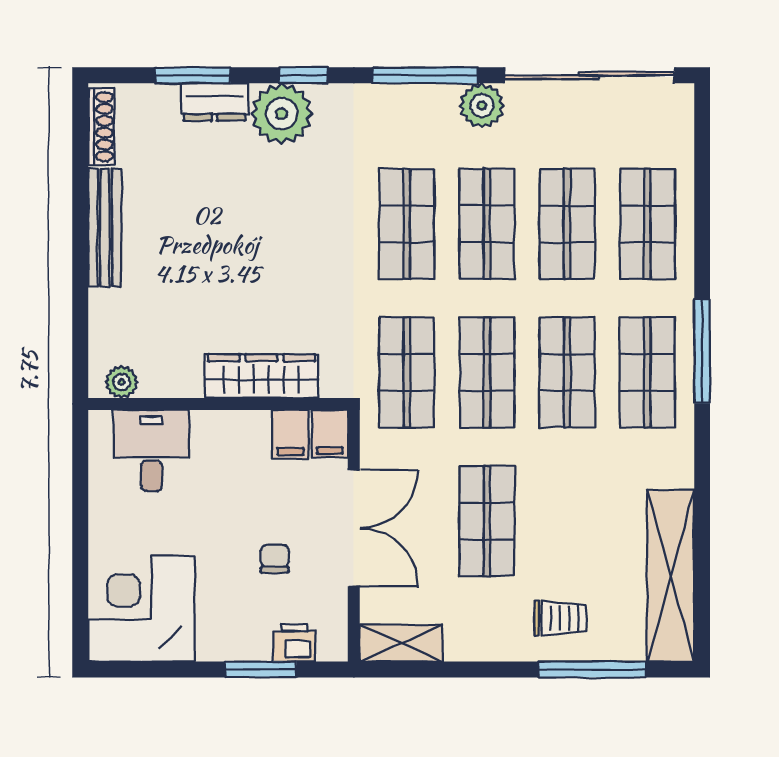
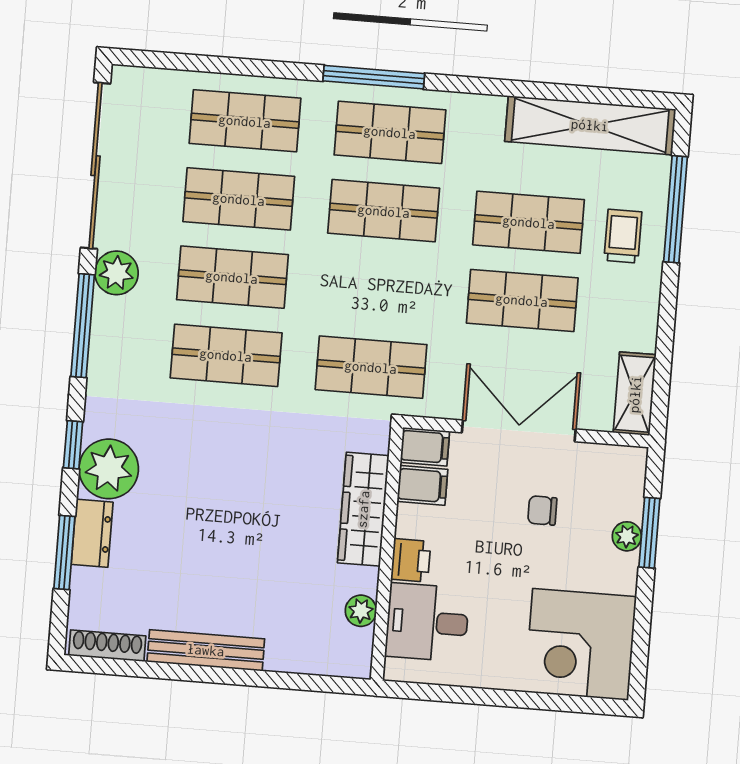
shop shelf: (487, 372) -> (529, 222), moved
plant: (122, 382) -> (361, 611), moved
printer: (294, 643) -> (411, 560), moved, turned 180
plant: (255, 647) -> (627, 536), added

